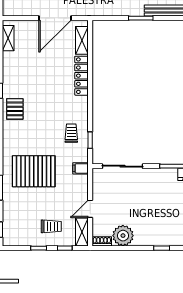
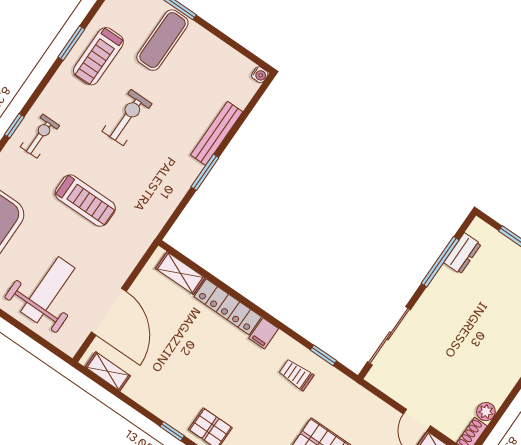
door: (55, 18) -> (109, 312), moved
filing cabinet: (81, 168) -> (264, 333), moved
plant: (123, 236) -> (486, 412), width x0.53, depth x0.53

